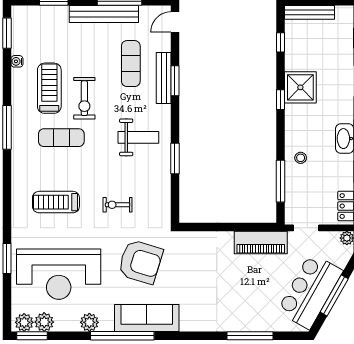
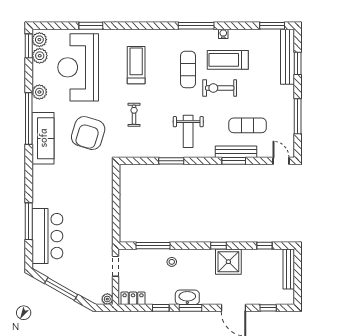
bench: (104, 14) -> (287, 57), moved
water cooler: (17, 61) -> (223, 34), moved
treadmill: (49, 88) -> (228, 60), turned 180
piano: (261, 243) -> (104, 230), removed
bar counter: (310, 291) -> (47, 236), moved, turned 60

